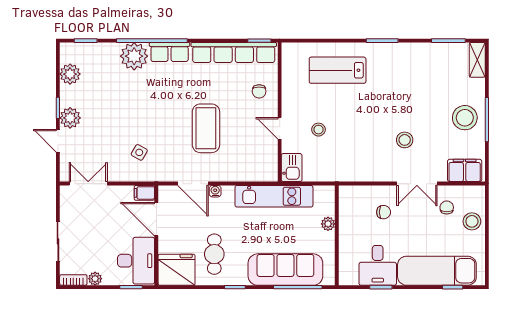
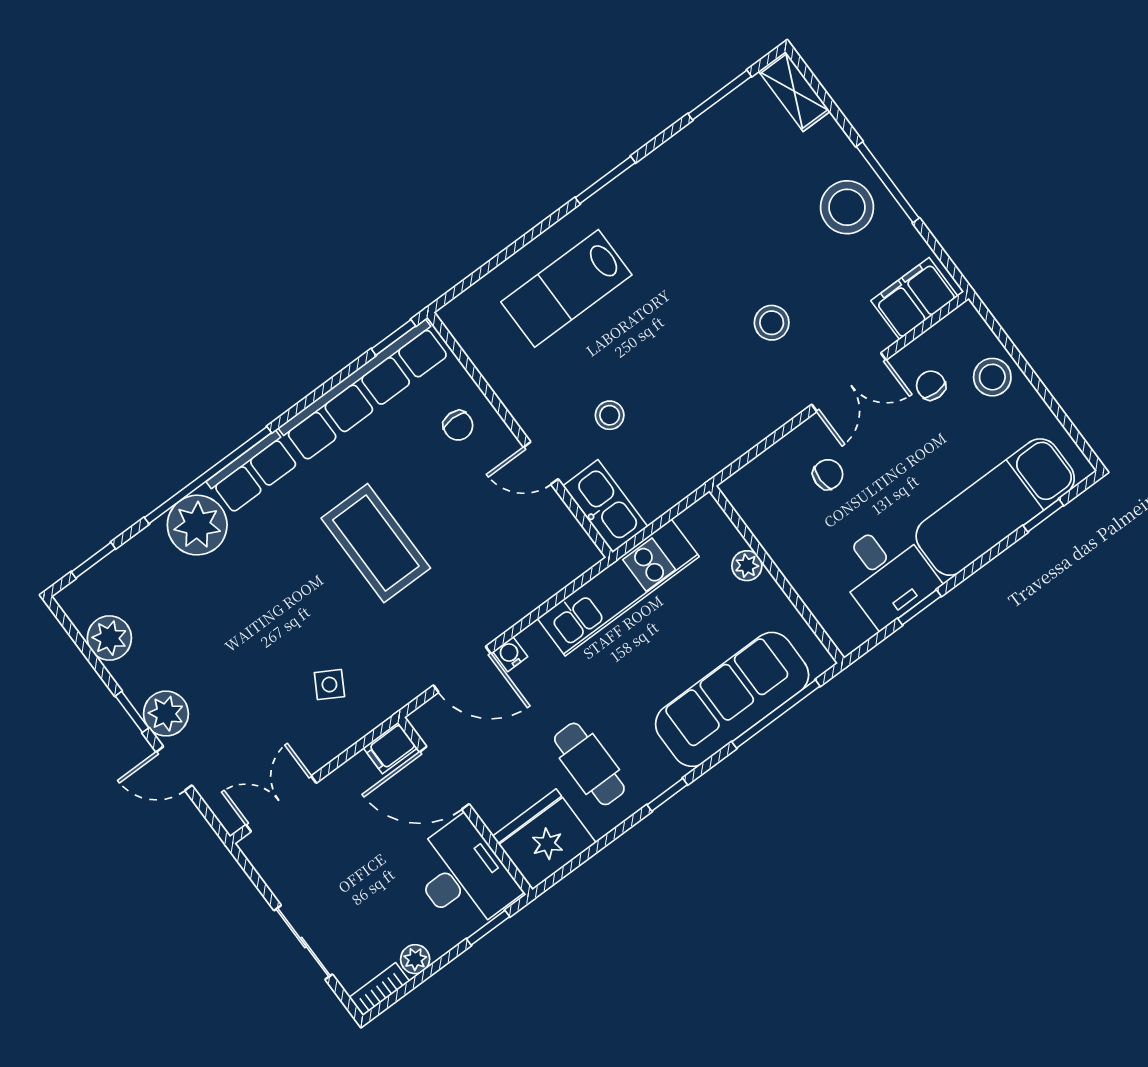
coffee table: (206, 128) -> (376, 543), moved
kitchen sink: (292, 168) -> (605, 506), width x1.38

